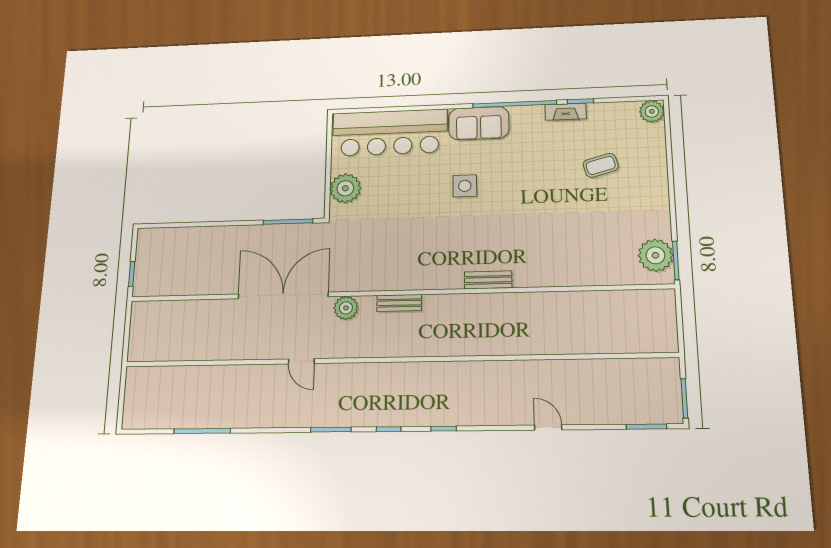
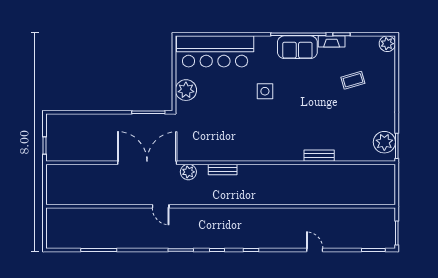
sofa: (479, 123) -> (297, 47), moved
bench: (488, 280) -> (319, 156), moved

